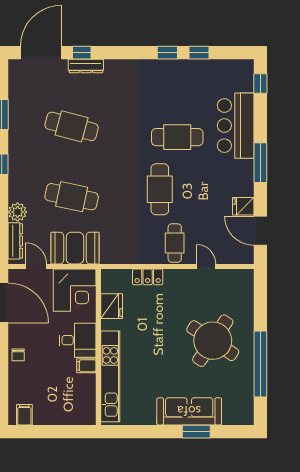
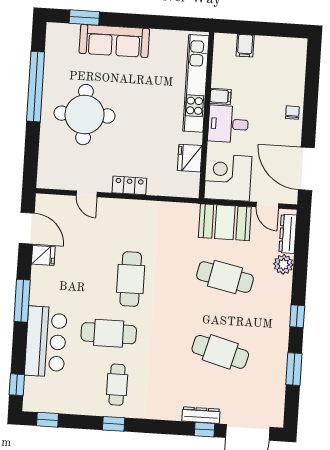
window: (199, 53) -> (47, 420), moved
cafe table: (175, 243) -> (117, 385), moved
locker: (148, 277) -> (129, 185), moved
round table: (213, 341) -> (85, 115), turned -34
filing cabinet: (24, 415) -> (245, 46), moved
window: (196, 432) -> (84, 18), moved

